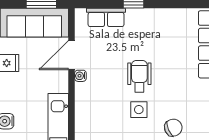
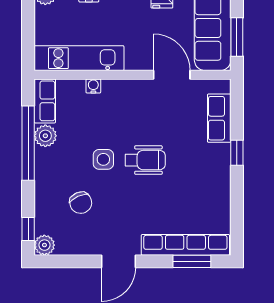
water cooler: (80, 76) -> (93, 86), moved

